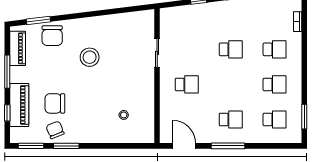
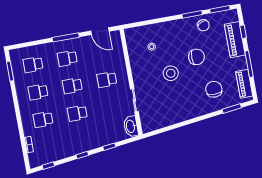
washbasin: (167, 21) -> (131, 126), added
chair: (52, 36) -> (214, 89), moved
stool: (90, 57) -> (171, 73), moved
school desk: (231, 84) -> (72, 86), added
chair: (55, 103) -> (196, 57), moved

